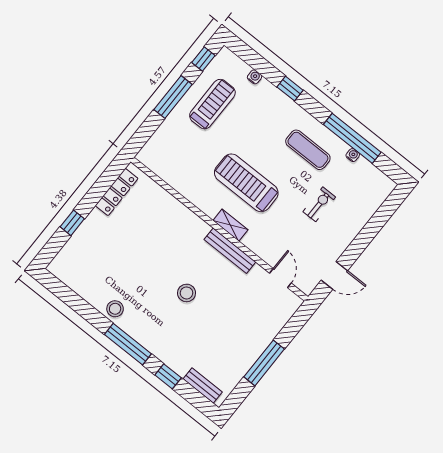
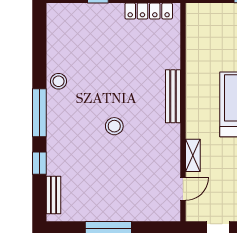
shelving: (230, 225) -> (193, 155), moved
bench: (230, 251) -> (173, 96), moved

